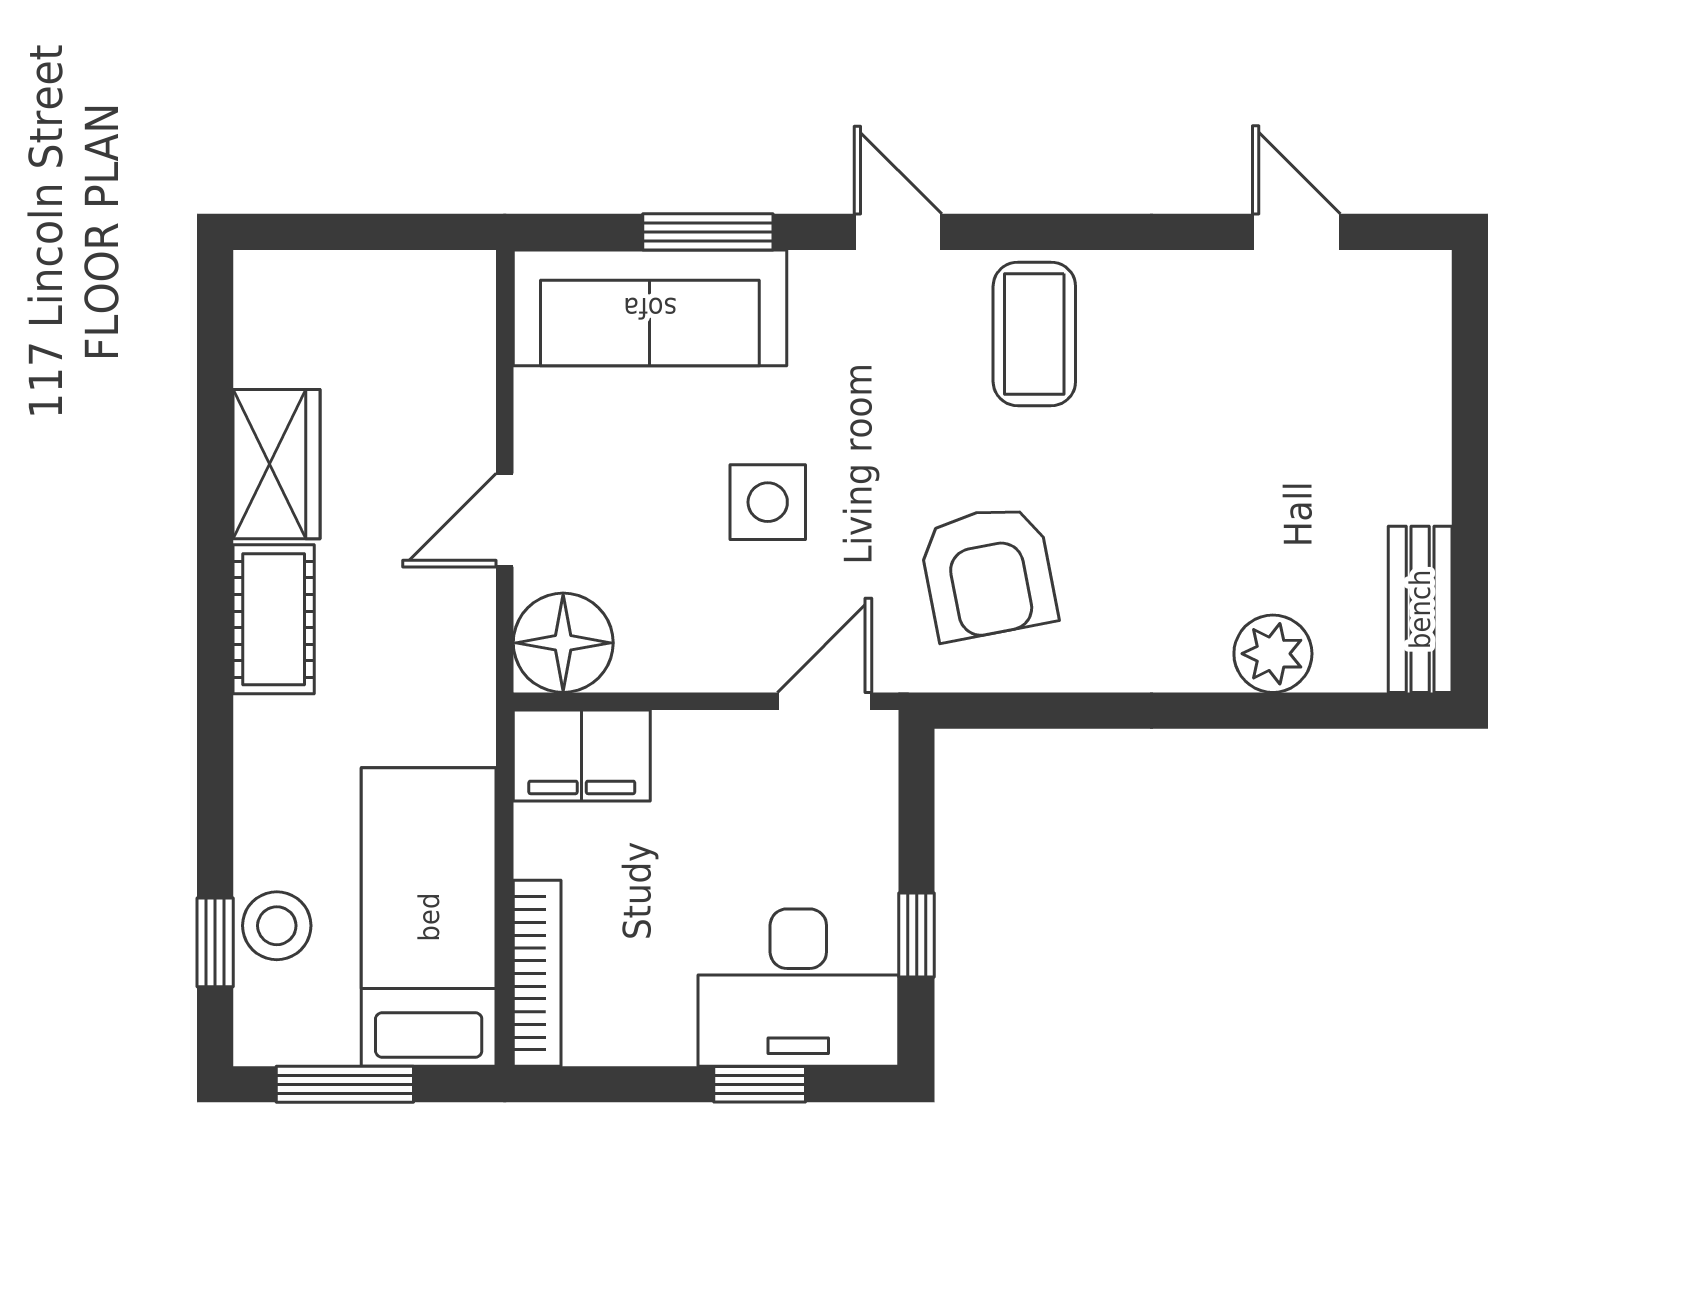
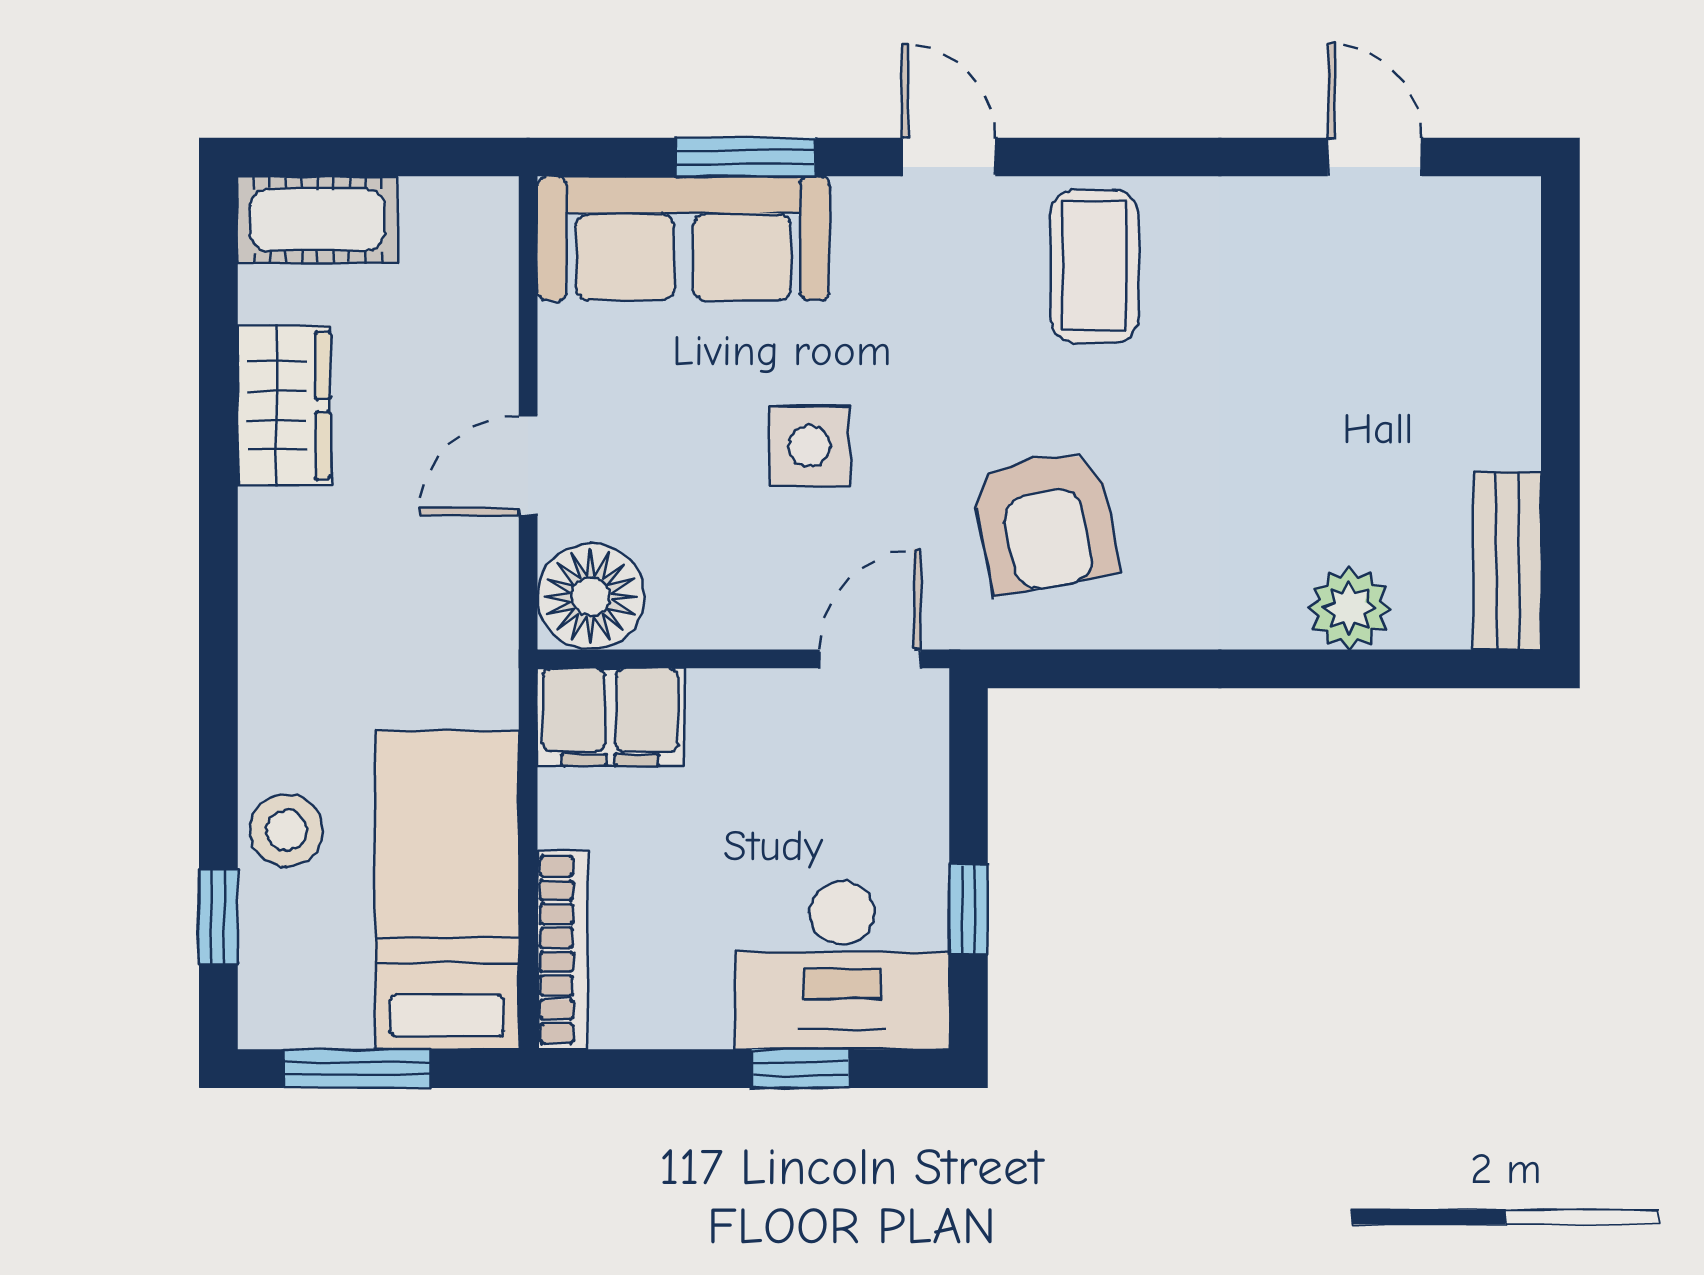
cot: (274, 619) -> (317, 220), moved, turned 90
stool: (277, 926) -> (287, 830), moved

